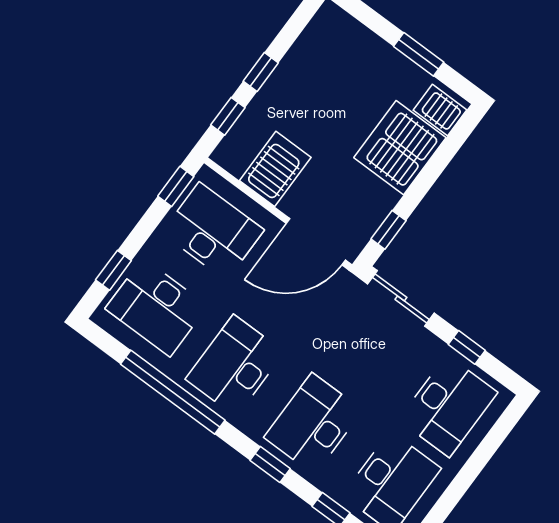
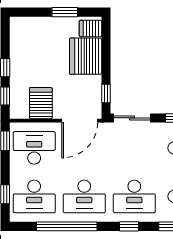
desk: (235, 366) -> (84, 196), turned -90
desk: (313, 424) -> (134, 196), turned -90

